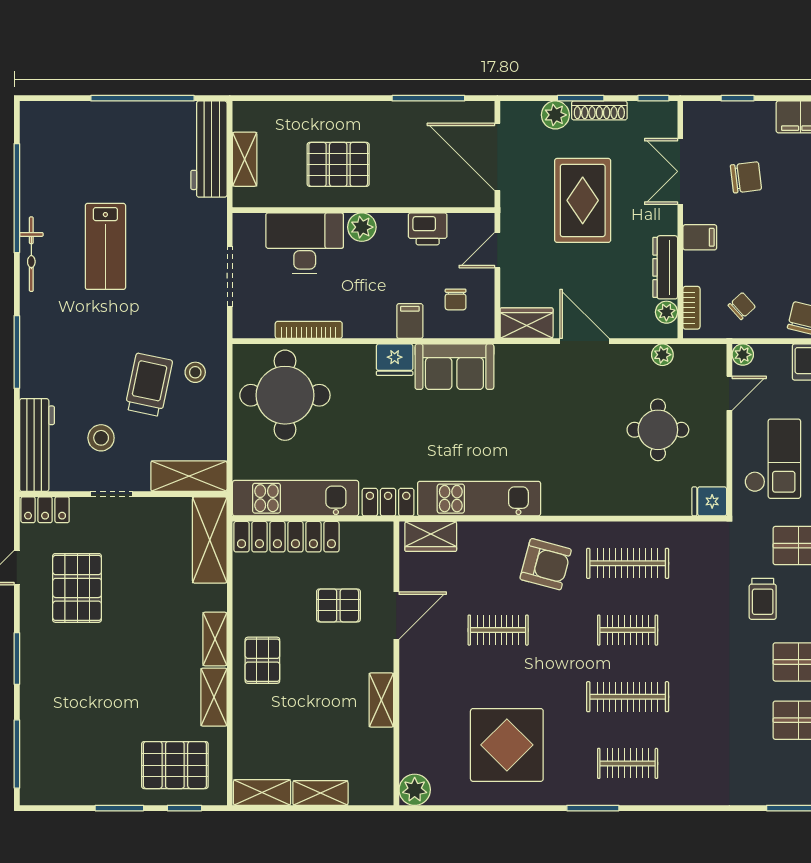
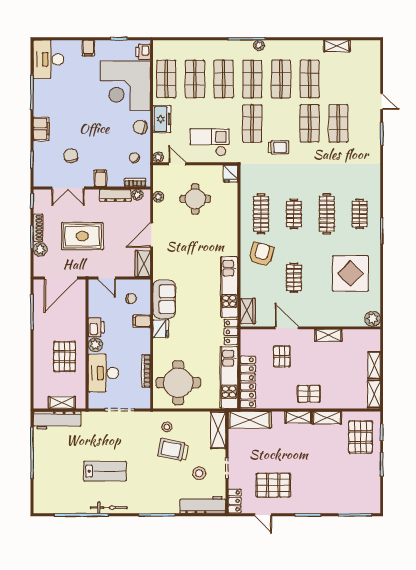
printer: (428, 229) -> (96, 327), moved

